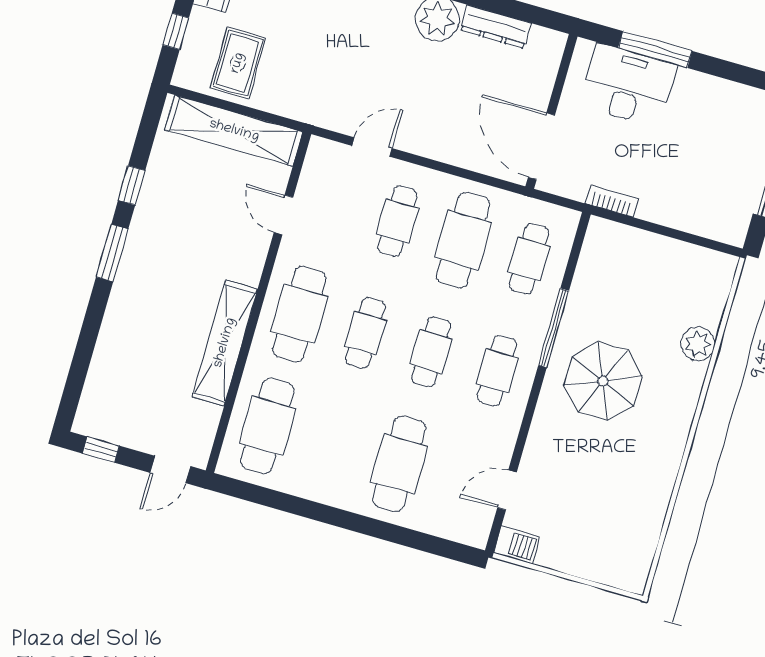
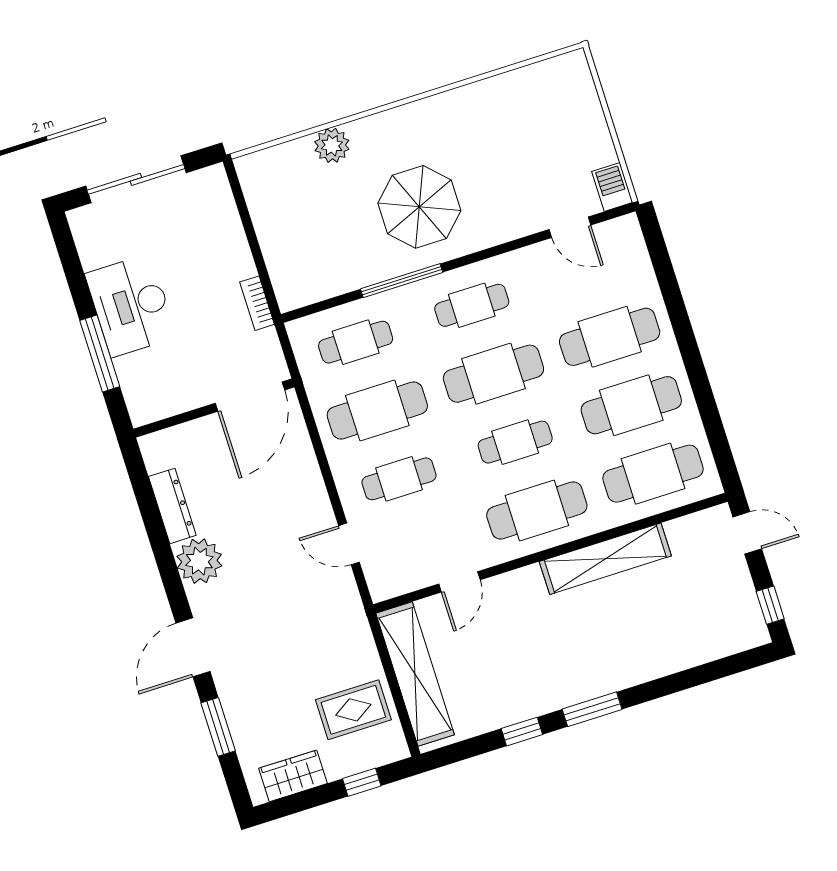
desk: (628, 86) -> (131, 305), moved
cafe table: (431, 352) -> (493, 374), width x1.37, depth x1.35
cafe table: (333, 445) -> (631, 405), added

